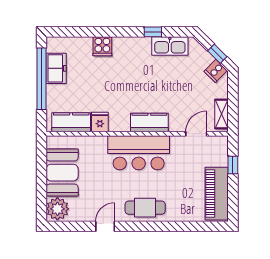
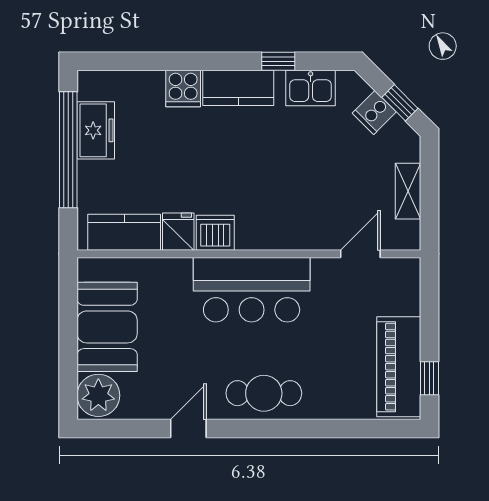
kitchen sink: (170, 46) -> (311, 88), width x0.73
cooker: (216, 71) -> (374, 113), moved
shelving: (221, 114) -> (408, 191), moved
dishwasher: (119, 123) -> (215, 233), added
kitchen counter: (149, 123) -> (238, 88), moved, turned 180
window: (233, 165) -> (429, 378), moved

